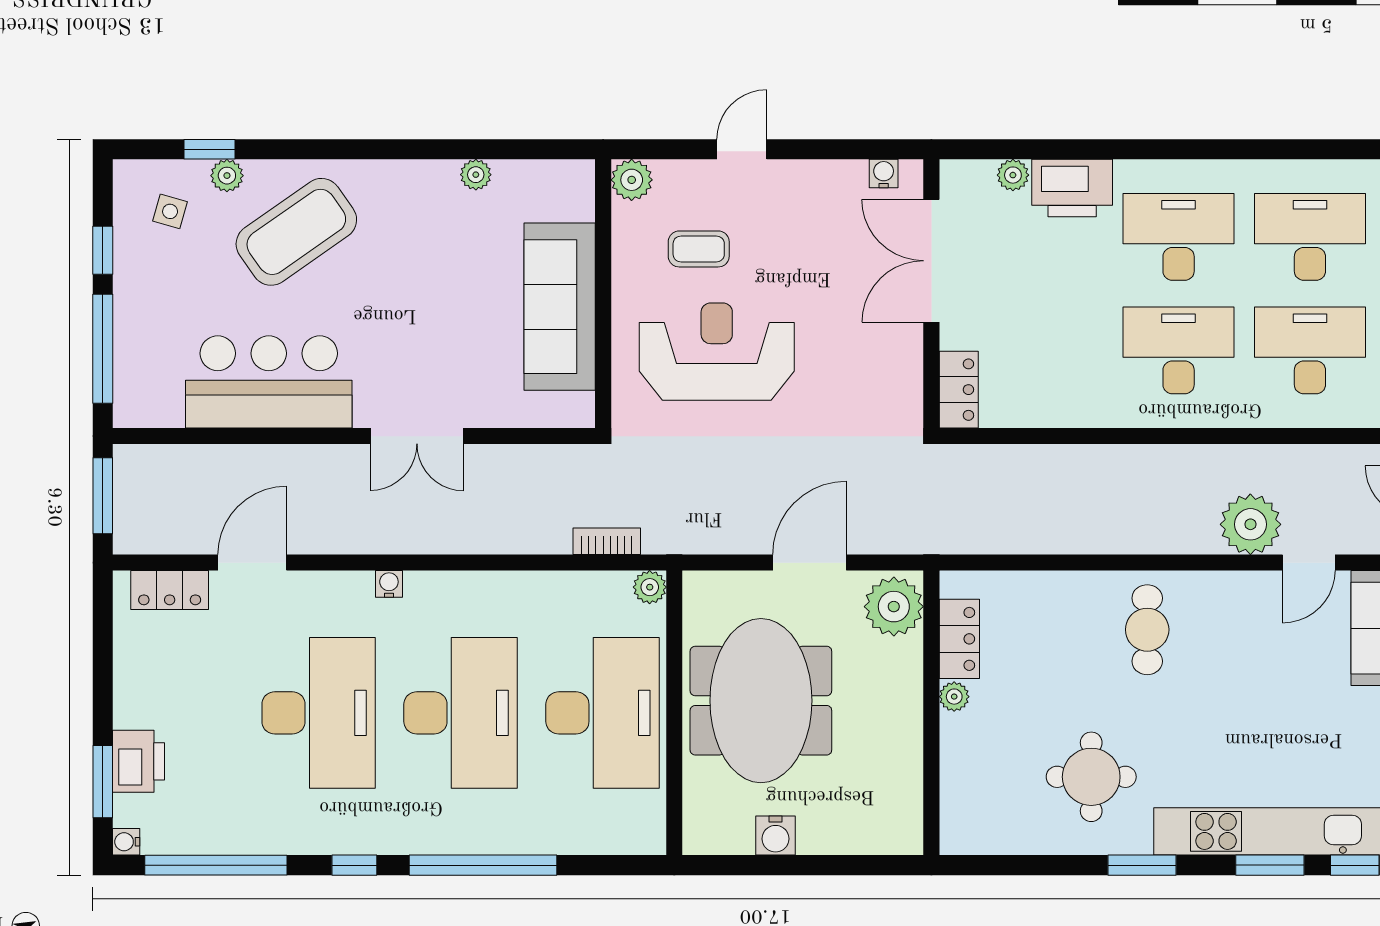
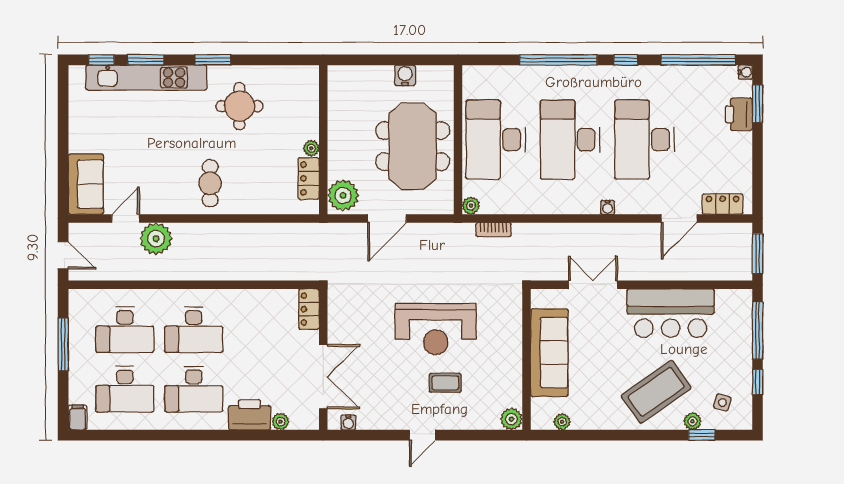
plant: (632, 180) -> (511, 419), moved
wall: (603, 294) -> (526, 359), moved
sofa: (560, 307) -> (549, 353), moved

